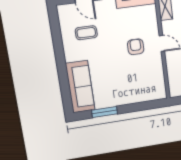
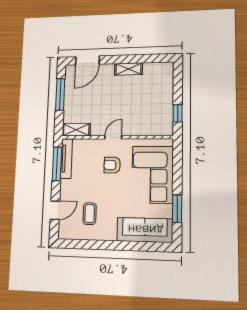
corner sofa: (132, 85) -> (153, 175), added

